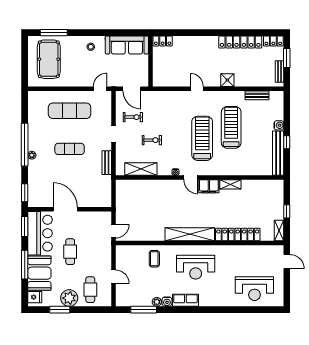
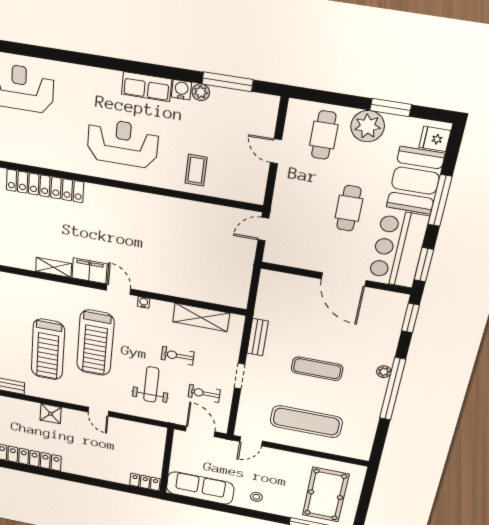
weight bench: (166, 116) -> (151, 384), added
shelving: (190, 234) -> (128, 201), removed

